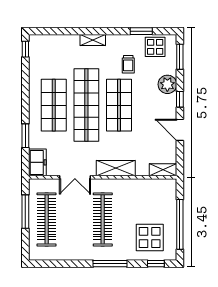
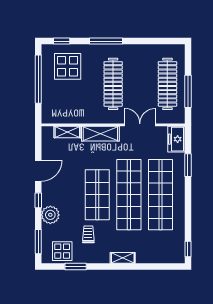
shop shelf: (54, 105) -> (161, 195), width x1.40
door: (180, 130) -> (38, 171), hinge flipped
shelving: (163, 170) -> (67, 132), moved

